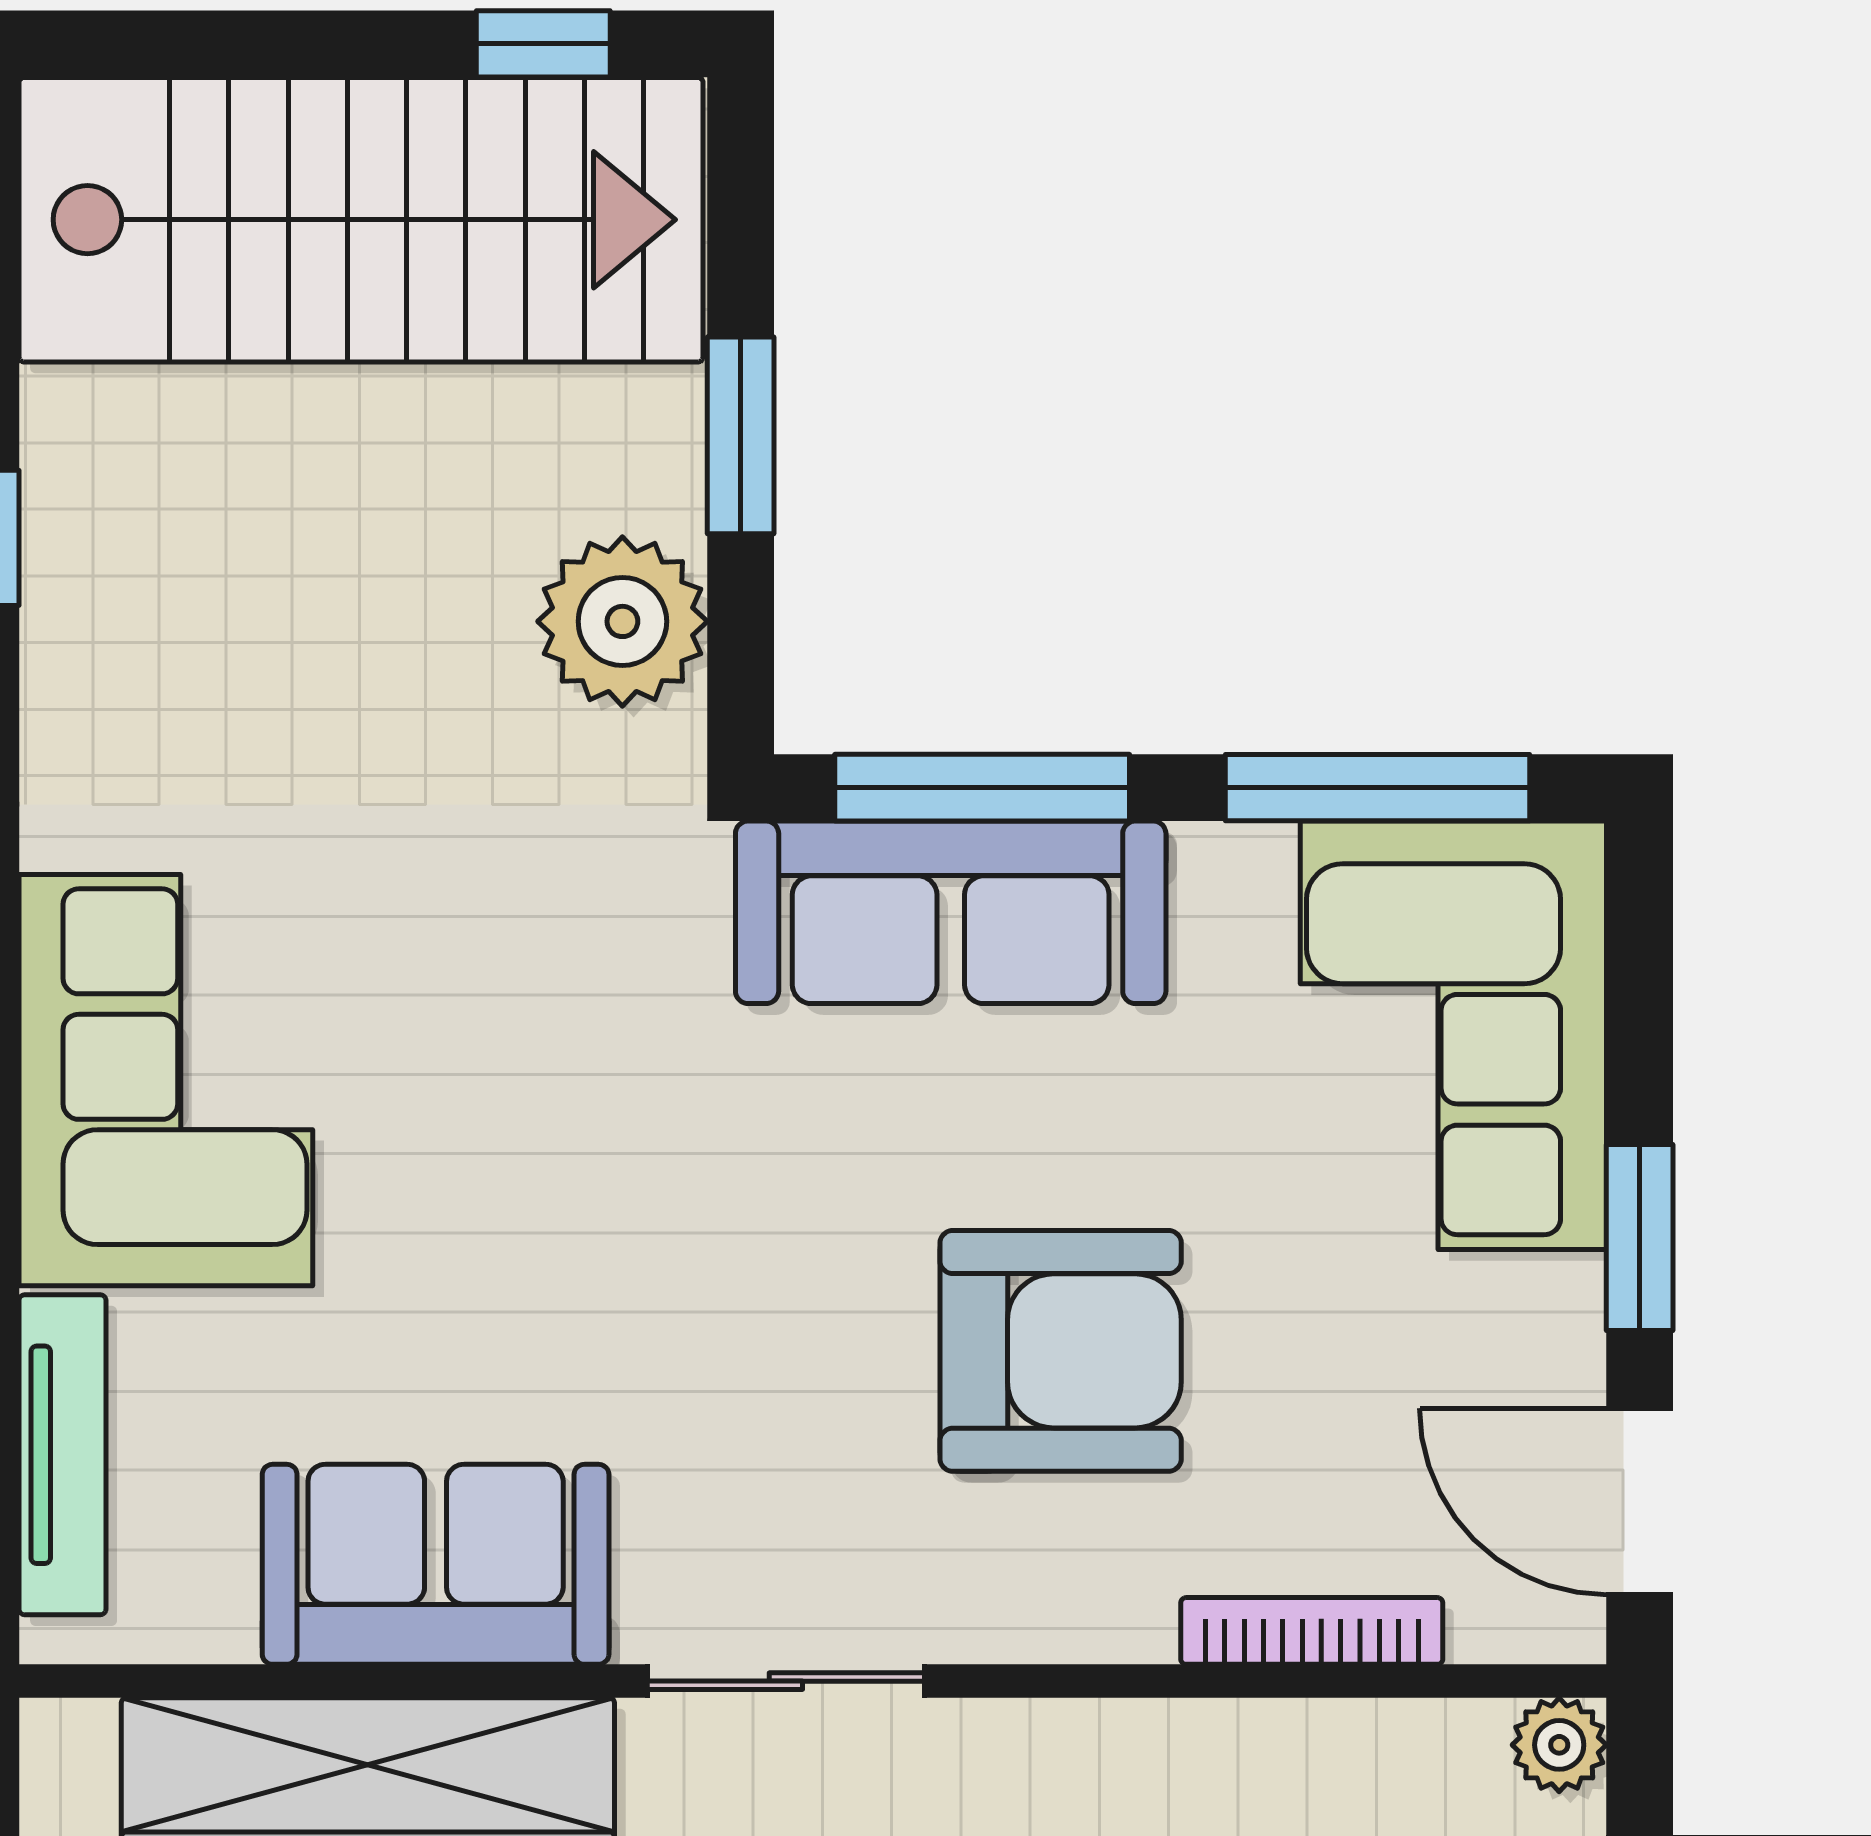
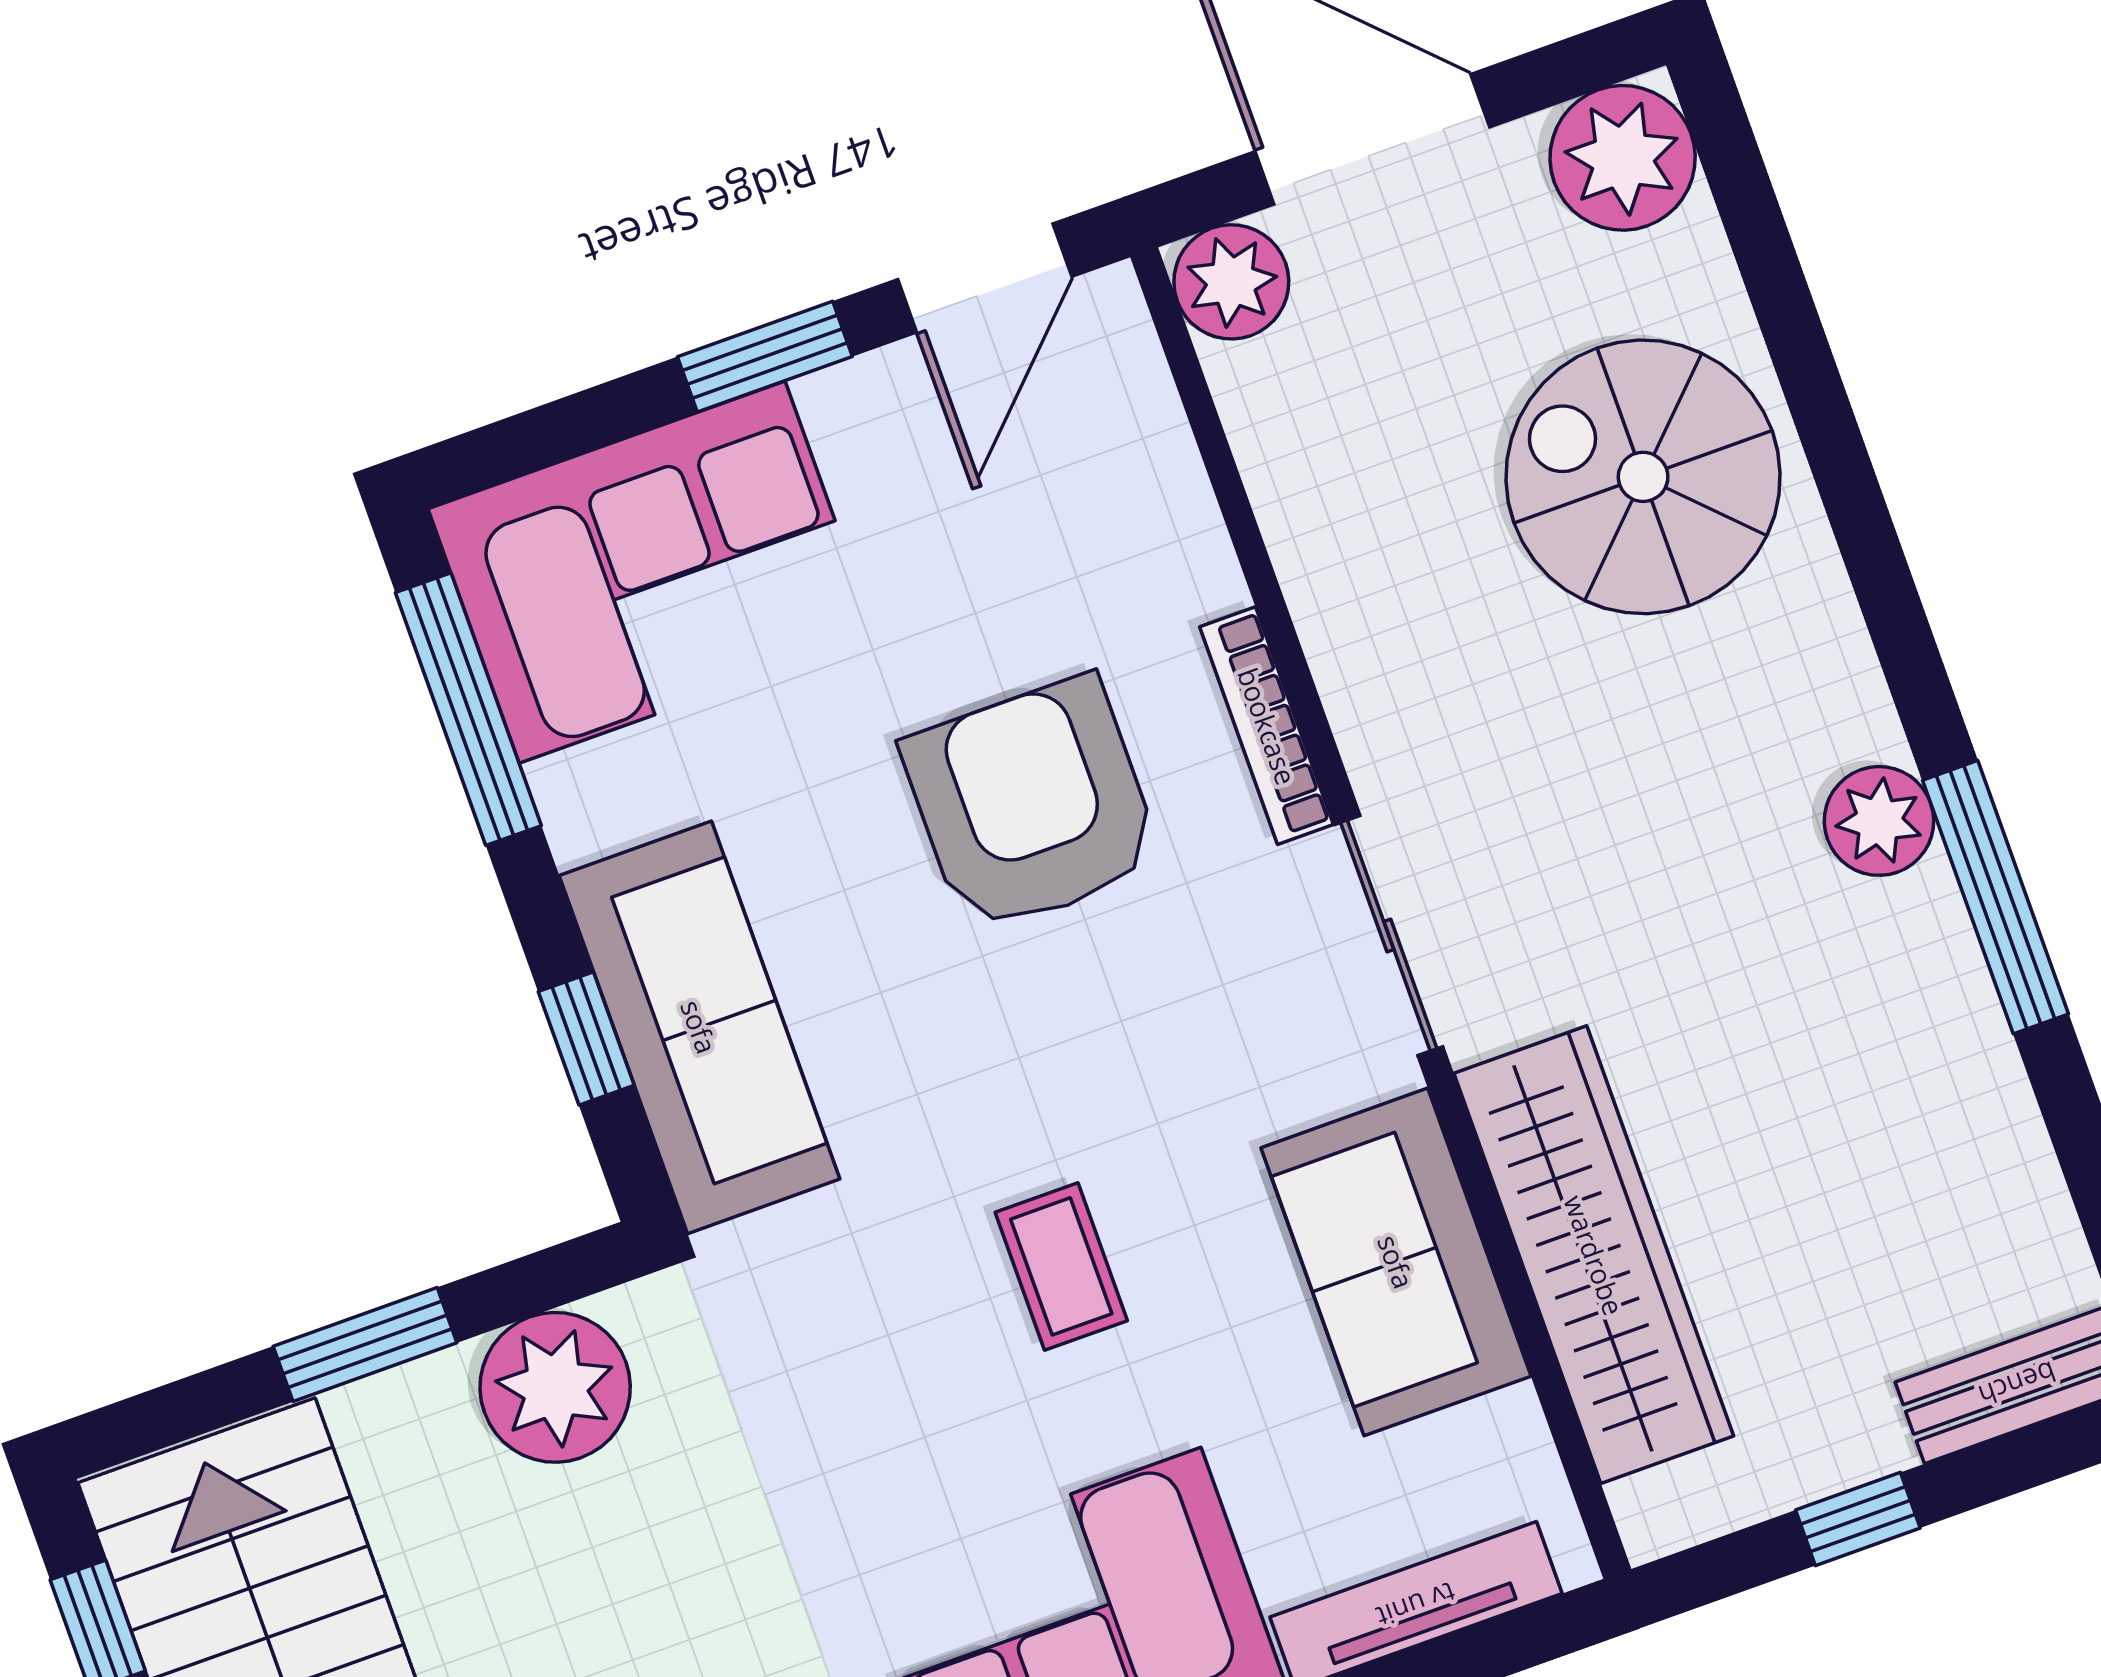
window: (982, 788) -> (586, 1038), width x0.46
coffee table: (558, 1206) -> (1061, 1266), added
bookcase: (1312, 1631) -> (1267, 726), moved
plant: (1559, 1745) -> (1231, 282), width x1.38, depth x1.38

